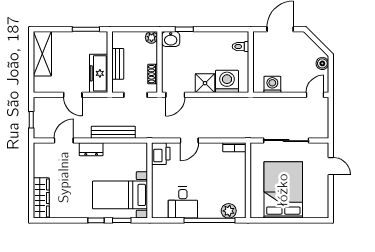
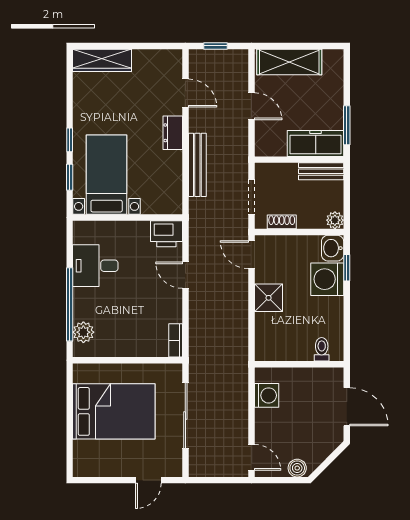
shelving: (42, 54) -> (289, 62), moved
bench: (118, 64) -> (321, 171), moved
freezer: (99, 73) -> (316, 143), moved
washing machine: (227, 81) -> (327, 279), moved, turned 180
door: (73, 95) -> (252, 106), swing flipped

